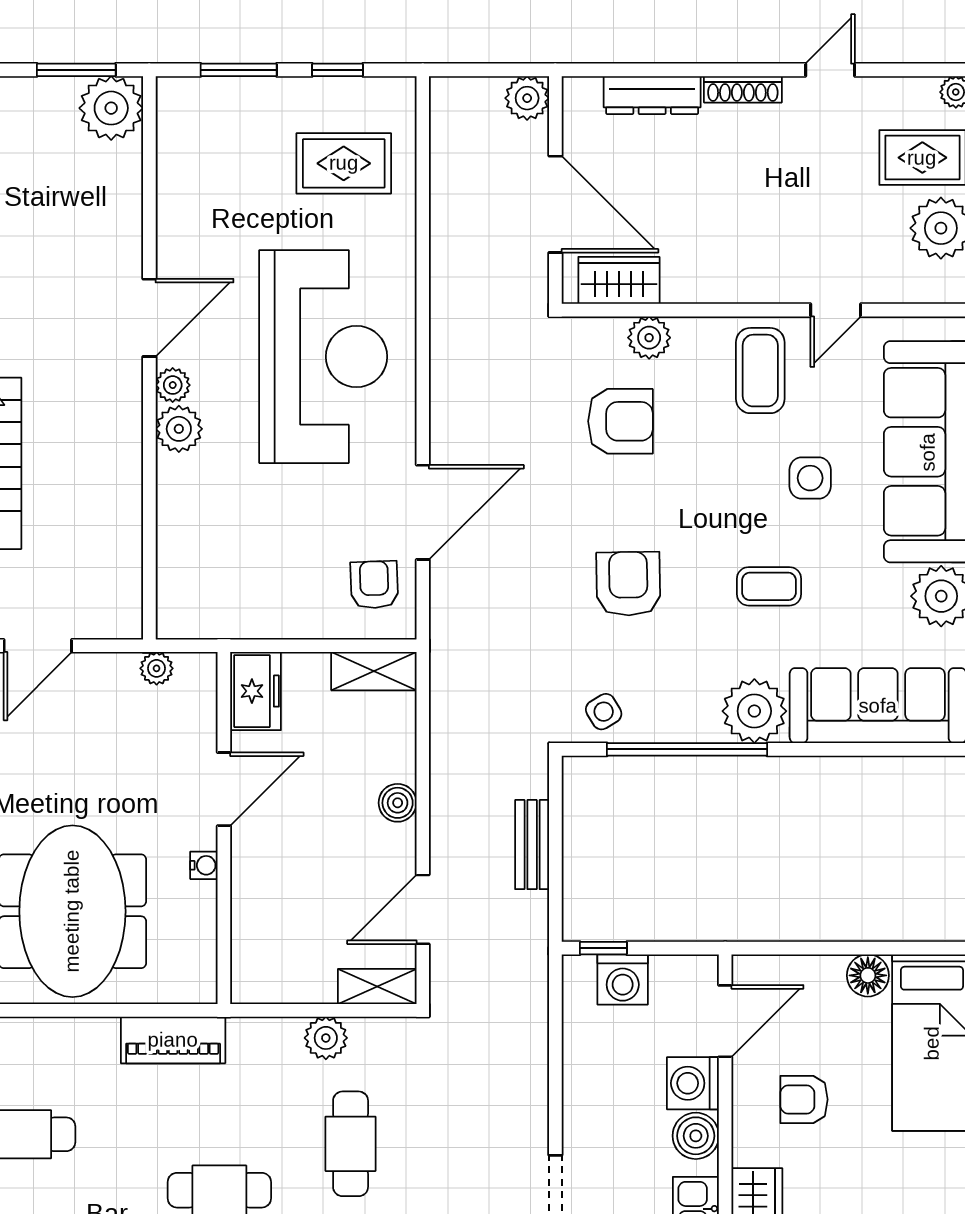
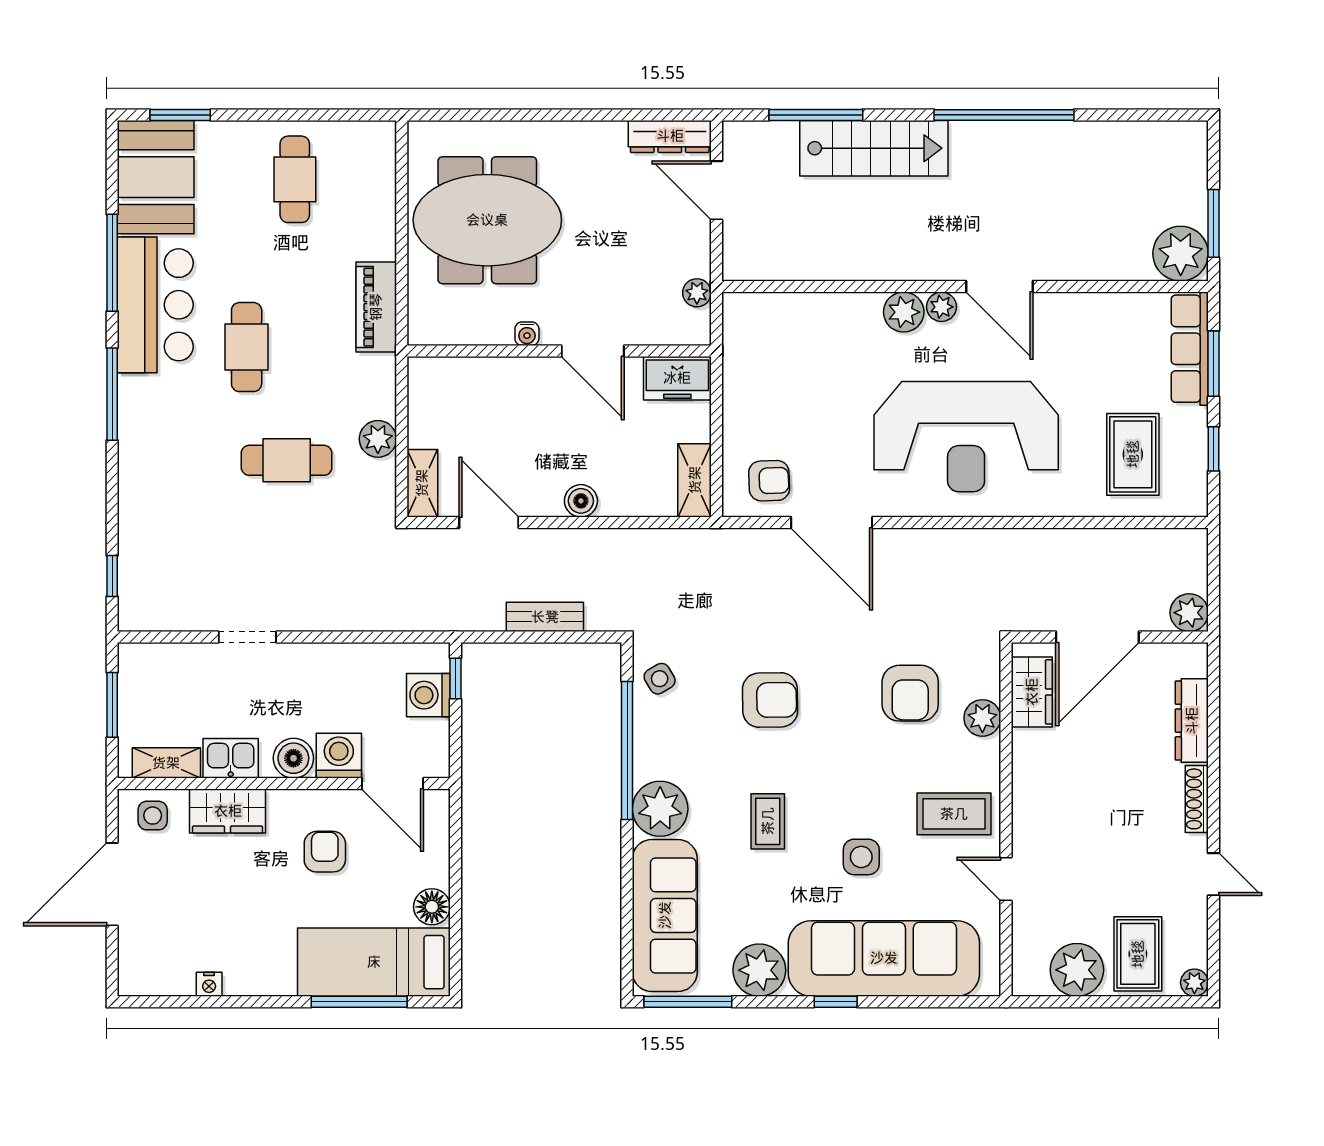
row of seats: (221, 97) -> (1190, 349), added

